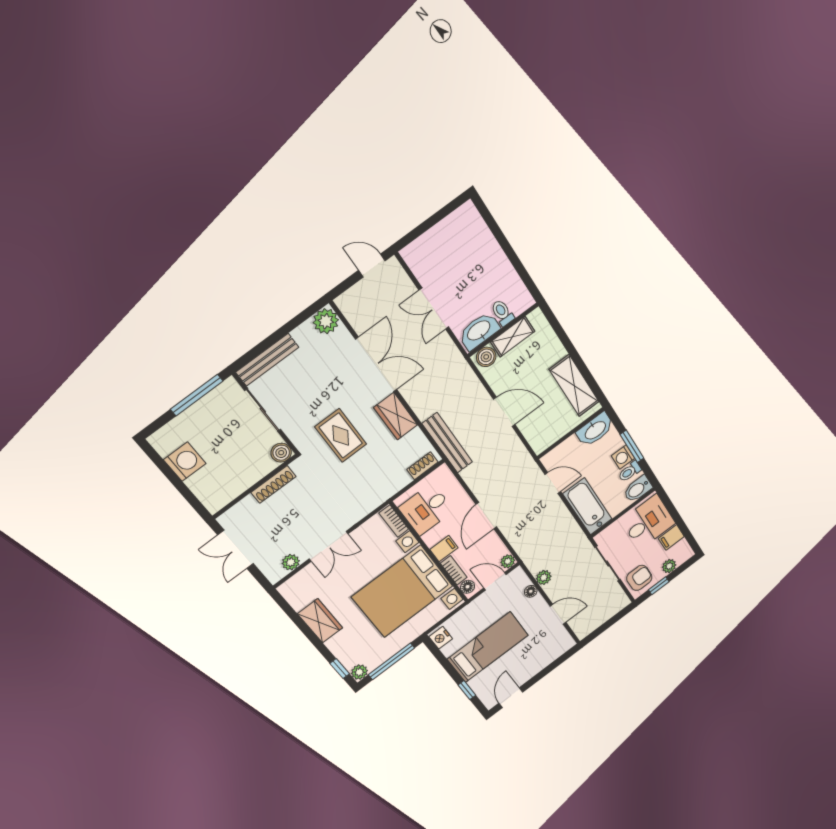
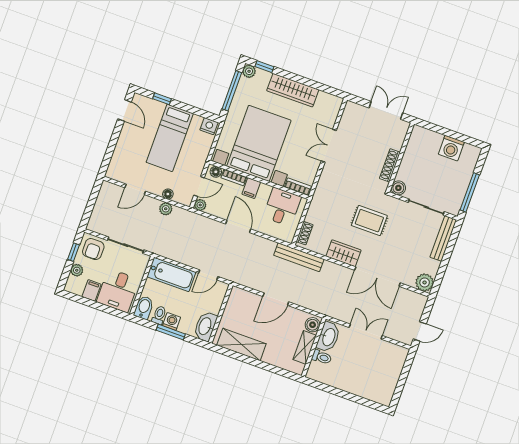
plant: (291, 562) -> (346, 122), removed
wardrobe: (320, 621) -> (293, 90), width x1.50

